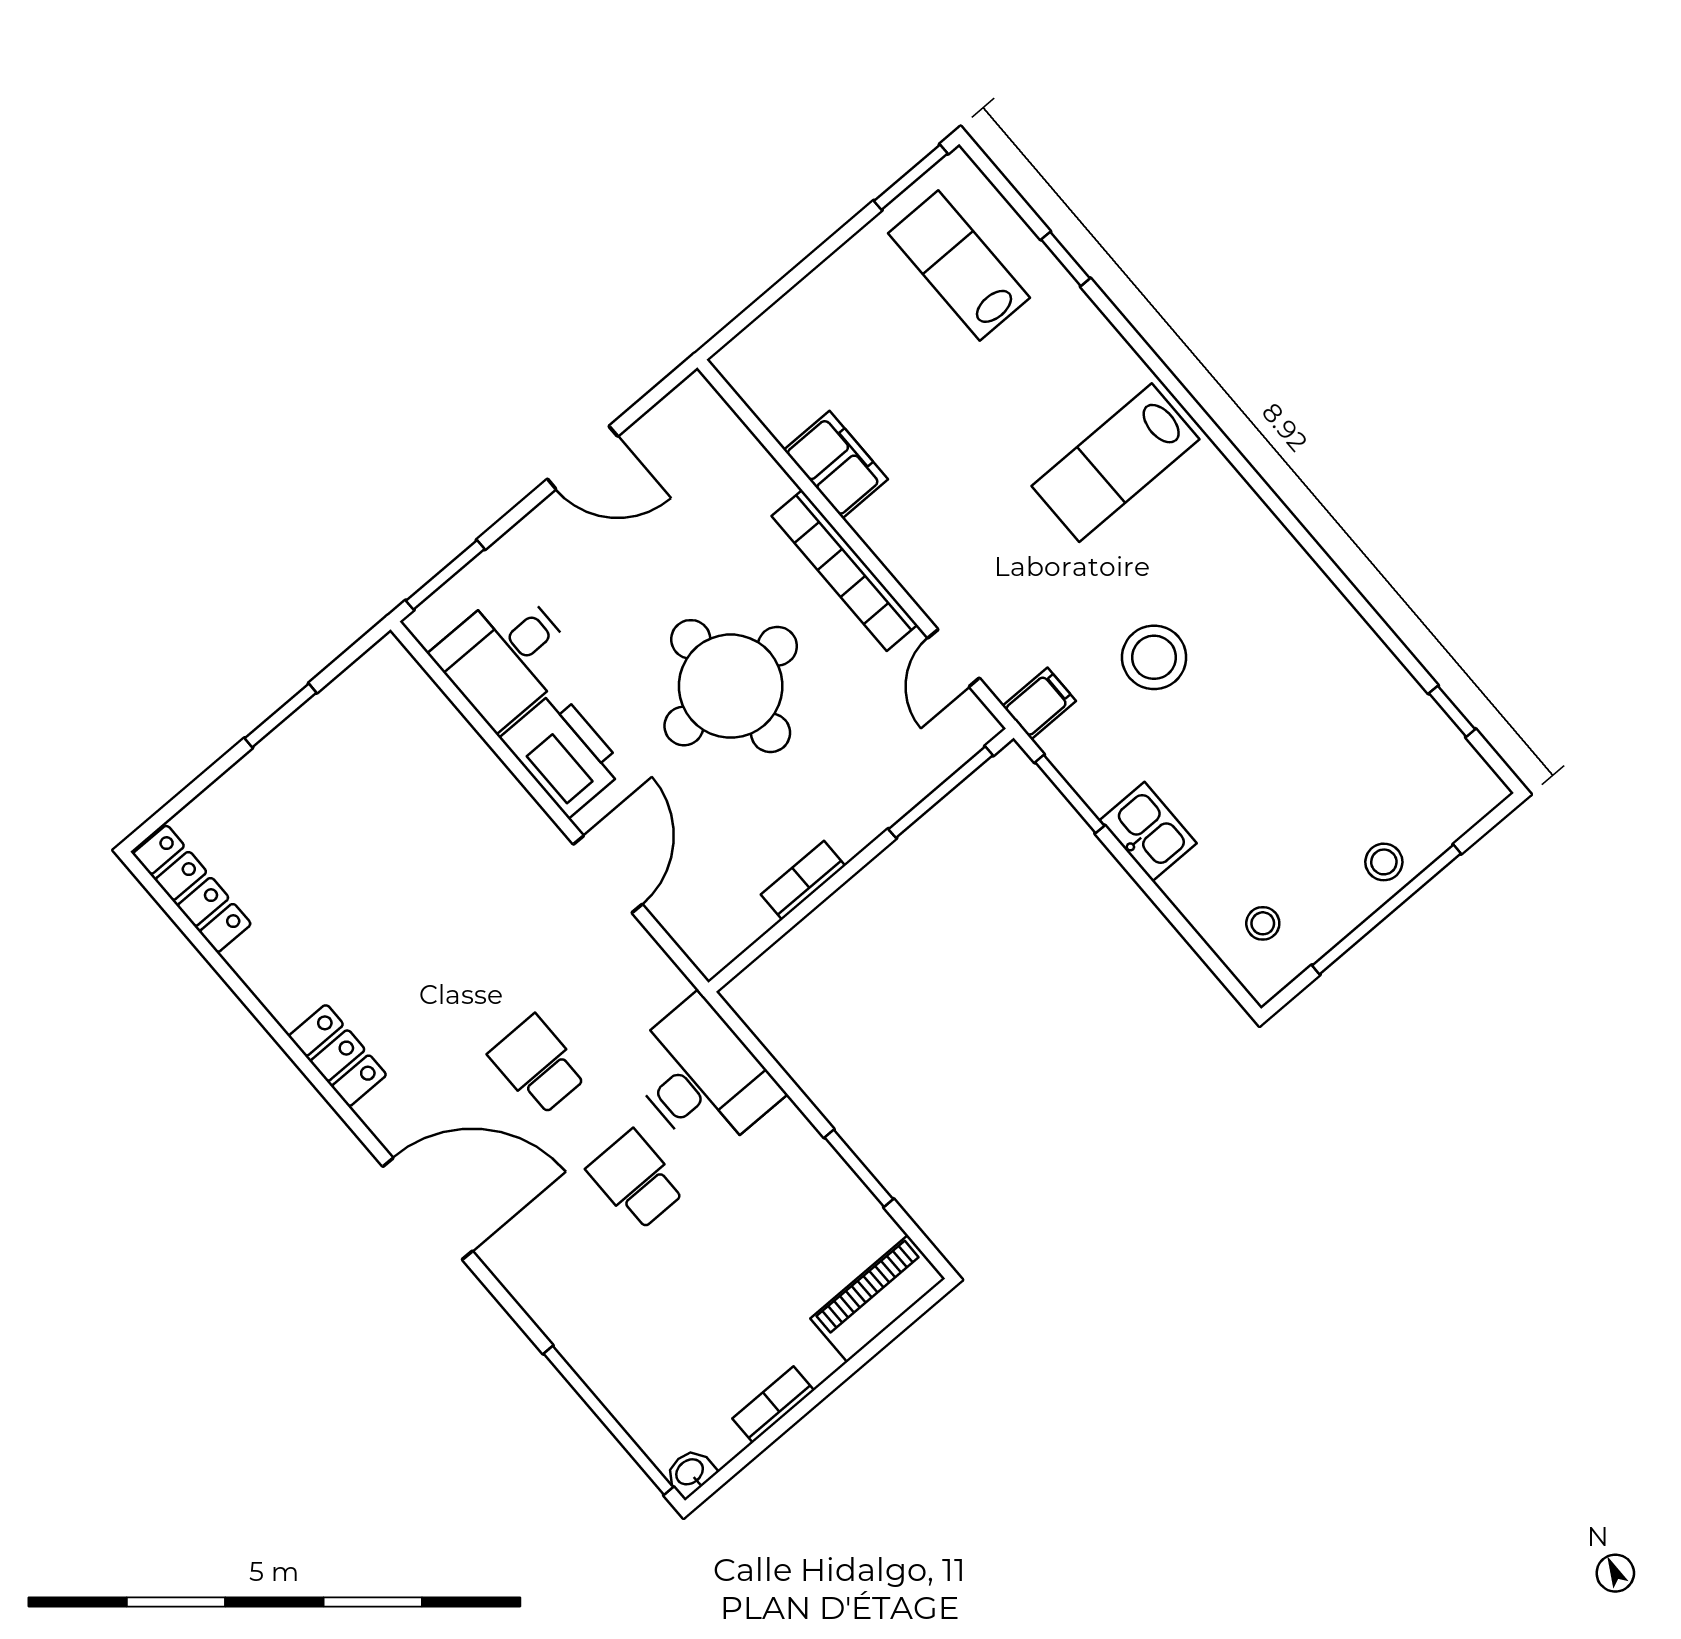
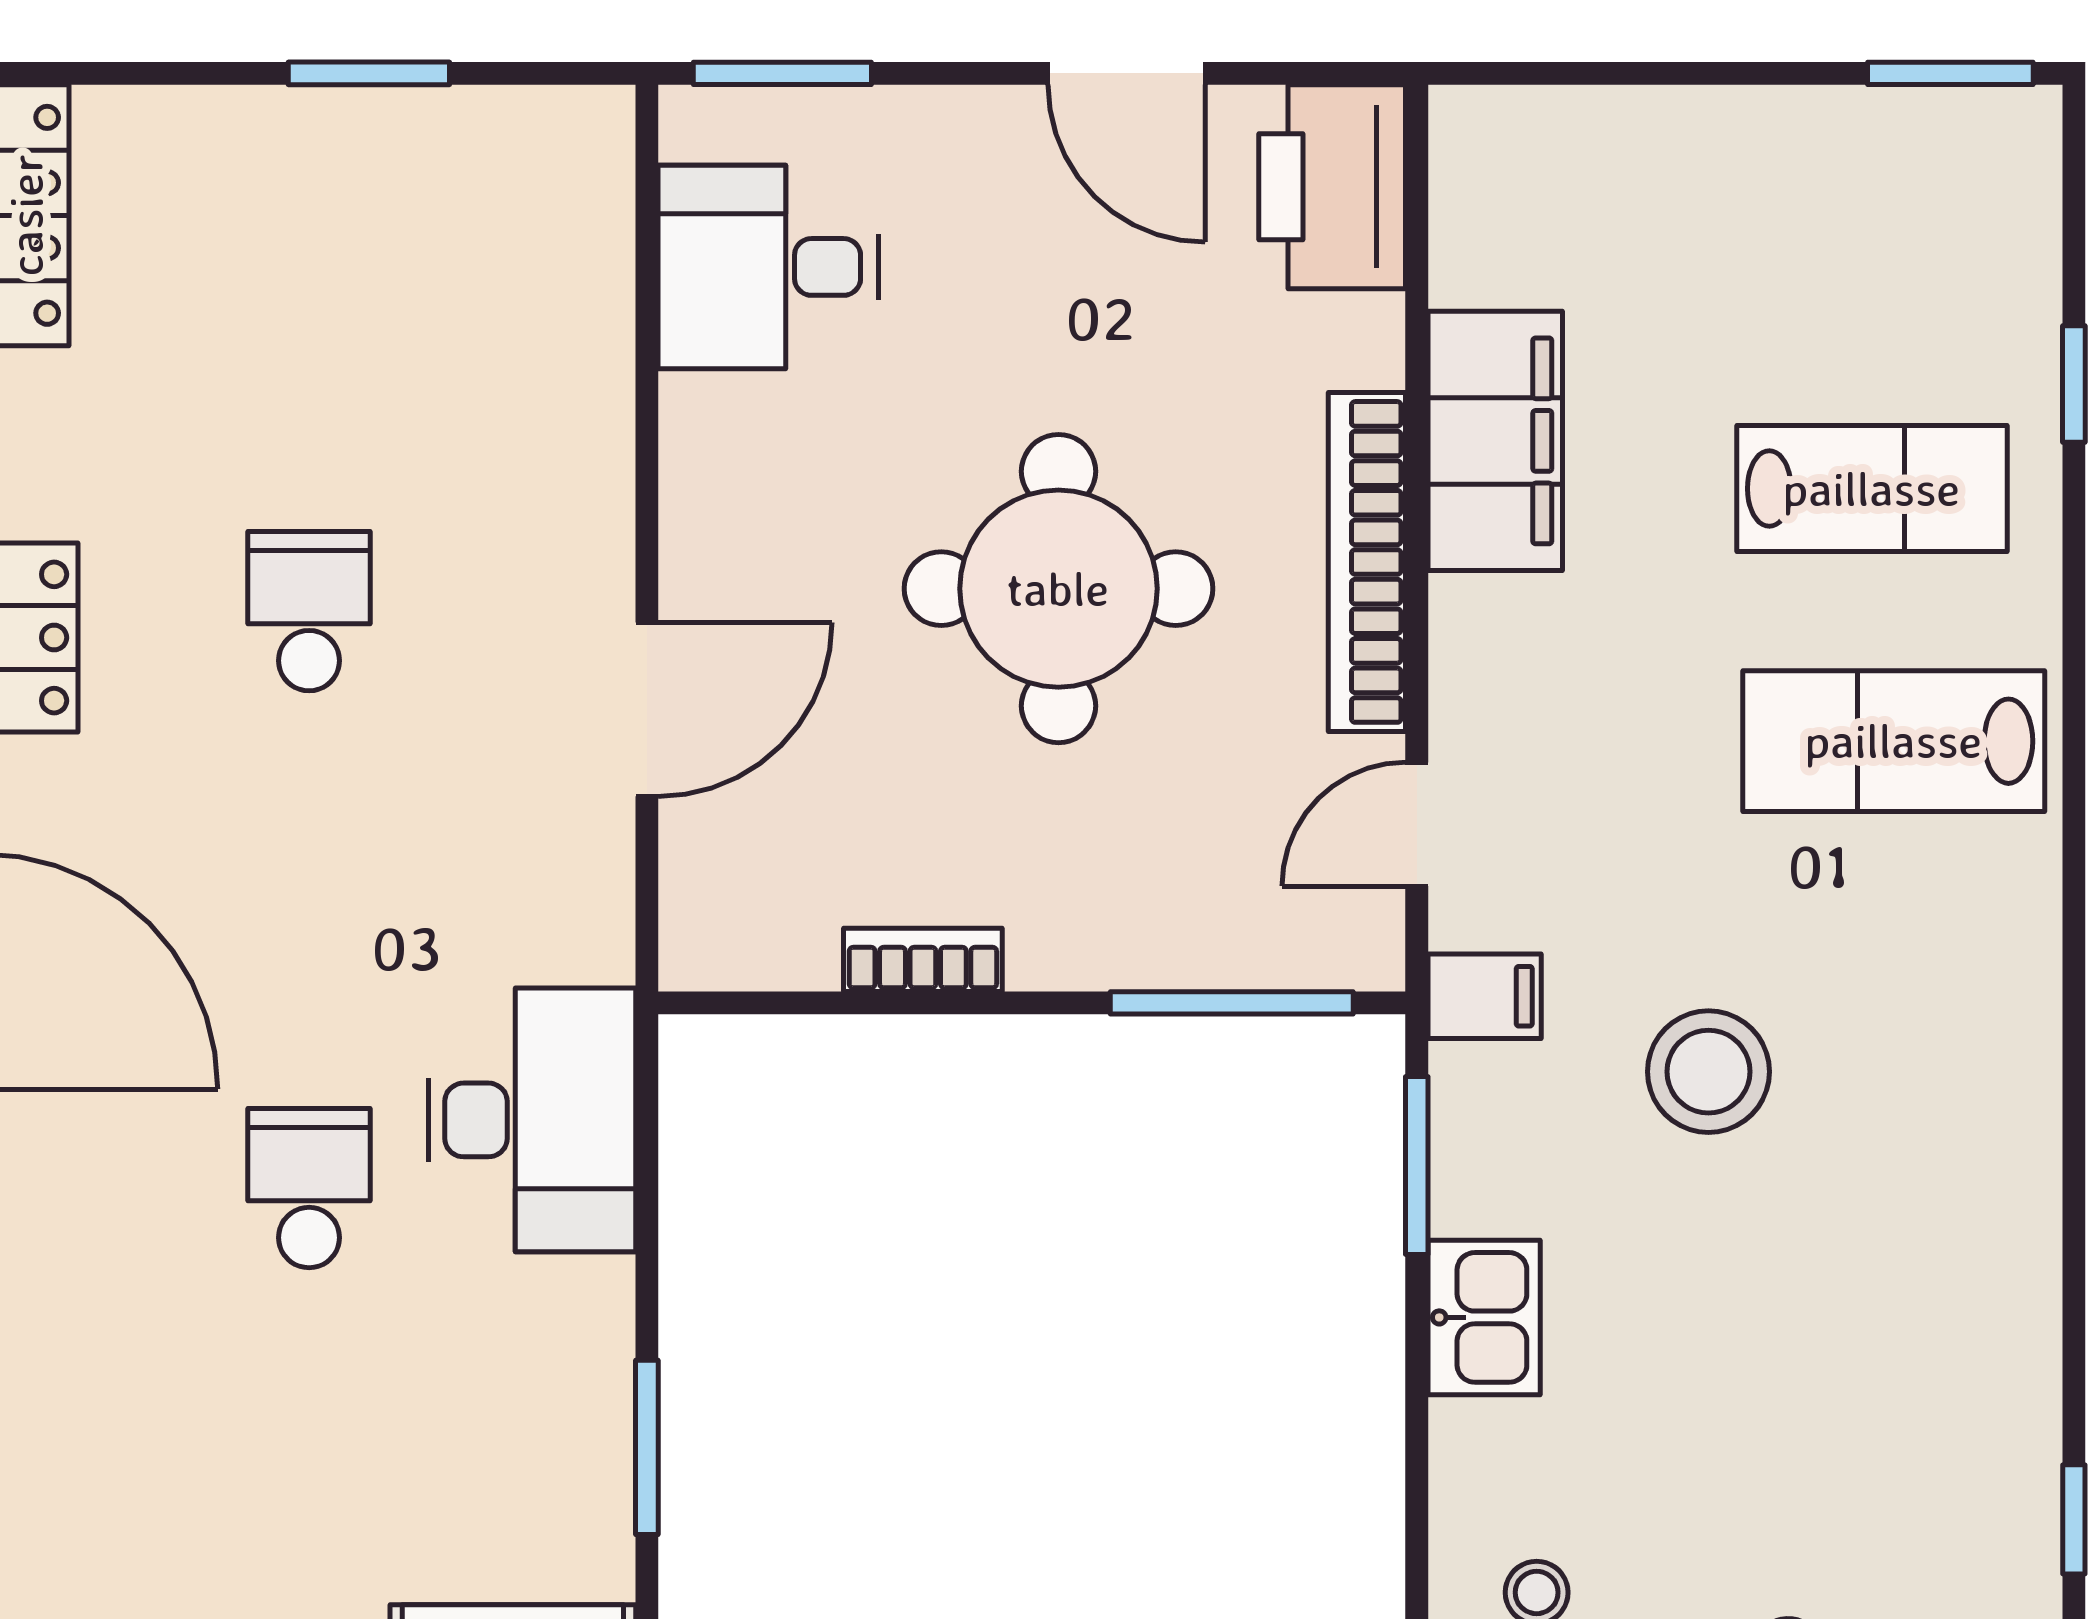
lab bench: (959, 265) -> (1872, 489), moved, turned 90
filing cabinet: (836, 465) -> (1495, 441), width x1.50, depth x1.17
printer: (563, 753) -> (1332, 187), moved, turned 180
school desk: (538, 1065) -> (309, 611), moved

